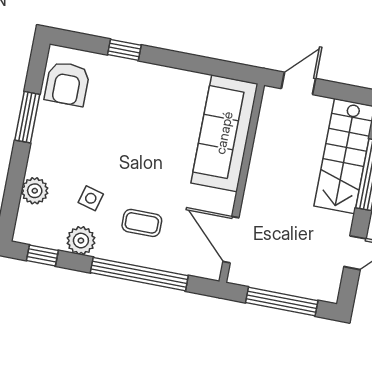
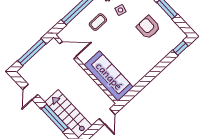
window: (124, 50) -> (180, 48), moved
armchair: (67, 84) -> (148, 27), moved

